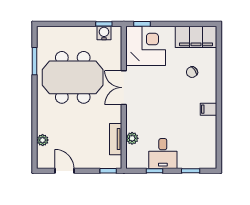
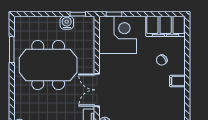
water cooler: (104, 33) -> (67, 23), moved
double door: (124, 88) -> (97, 90), moved
filing cabinet: (209, 109) -> (177, 81), moved

